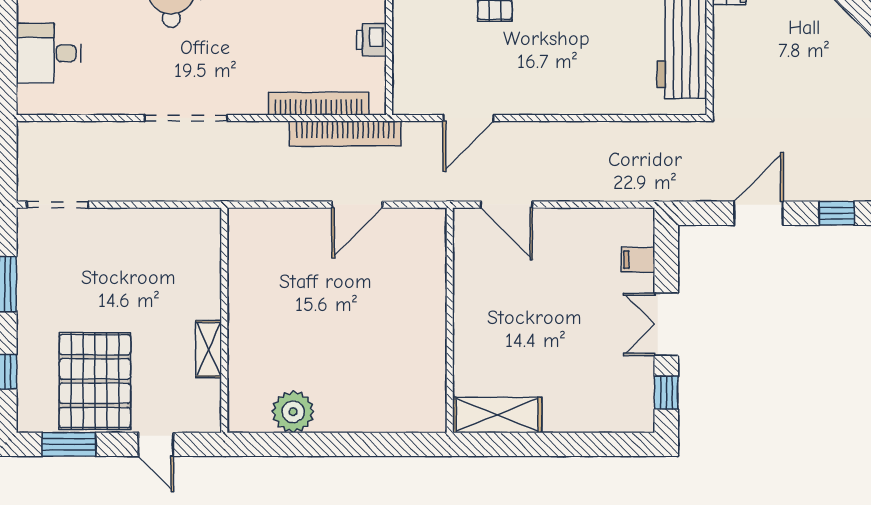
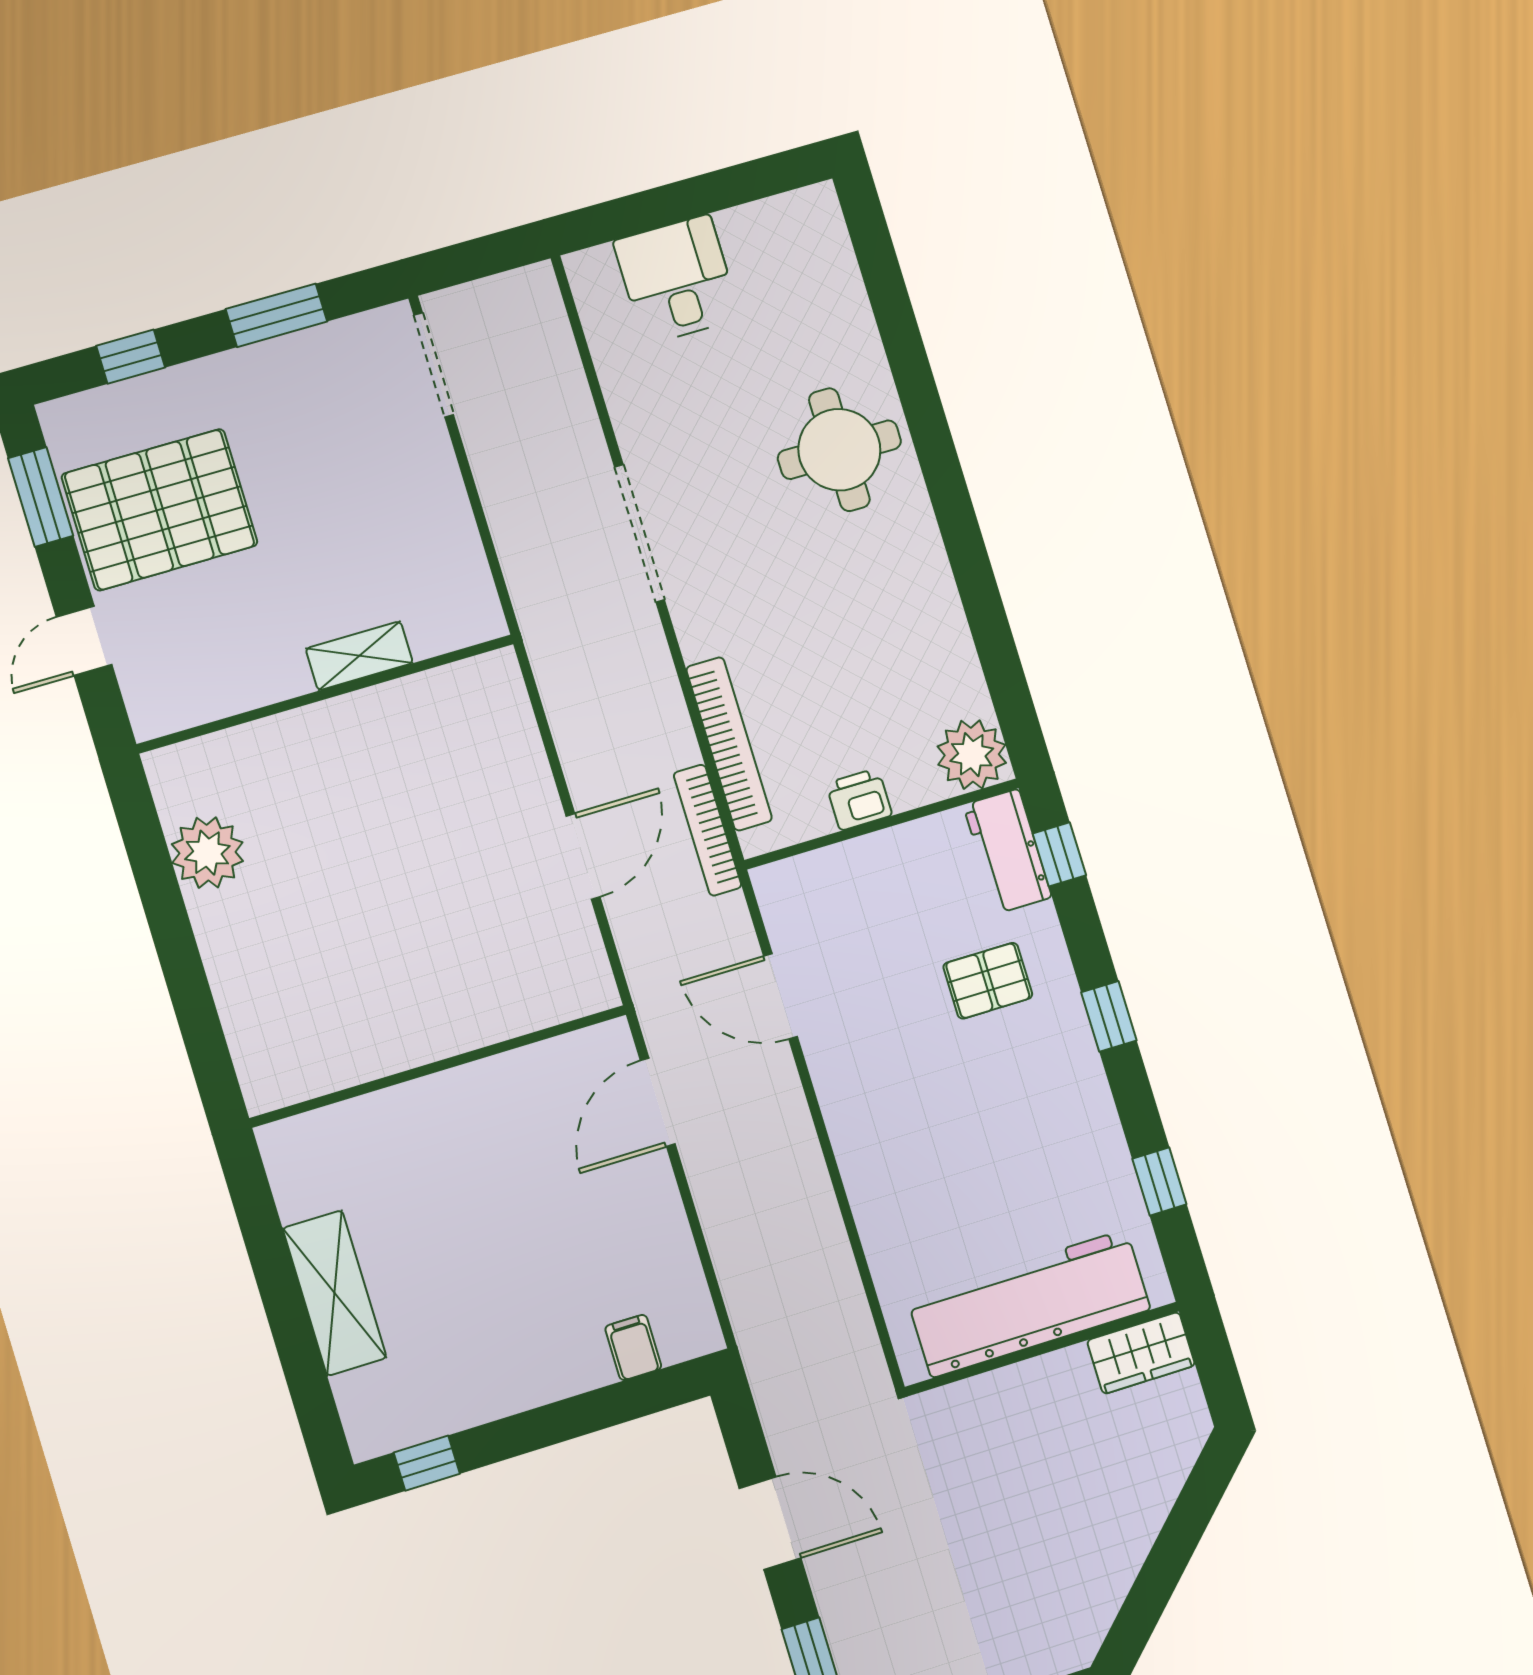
bookcase: (345, 134) -> (708, 830), width x0.68, depth x0.76
door: (357, 205) -> (583, 856), swing flipped
double door: (666, 324) -> (540, 1428), removed
shelving: (209, 349) -> (359, 656), moved
shelving: (497, 415) -> (335, 1293), moved

